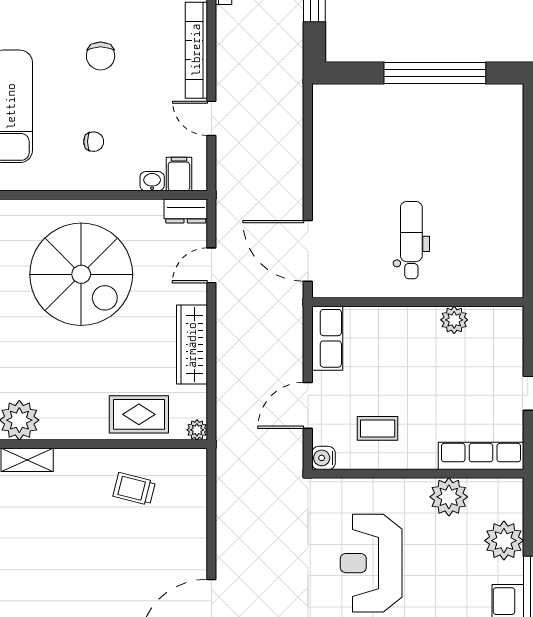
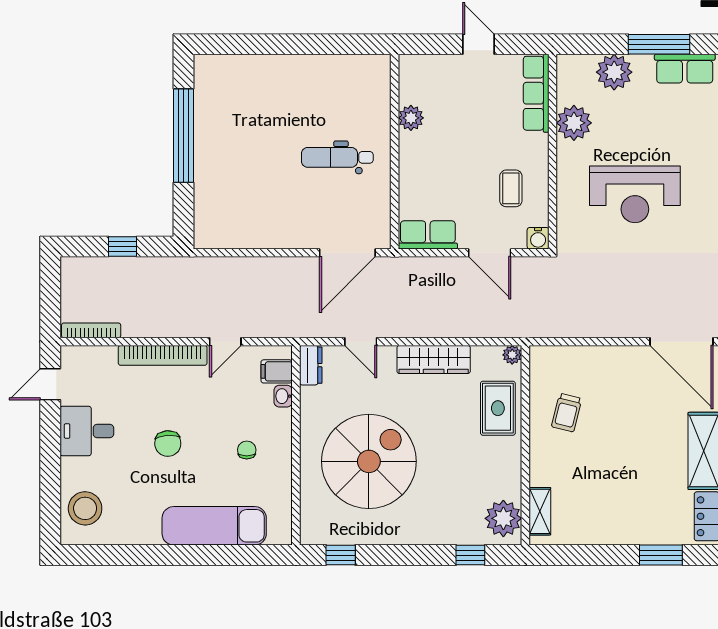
chair: (101, 56) -> (168, 444), turned 86

